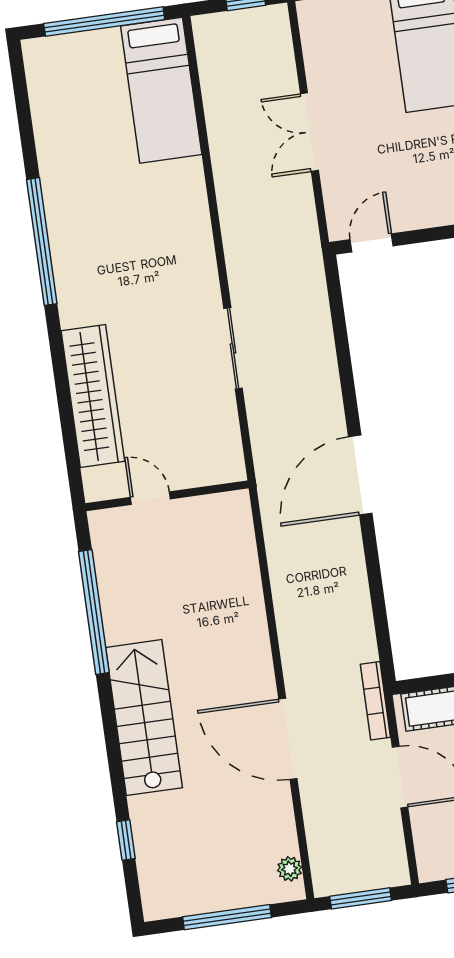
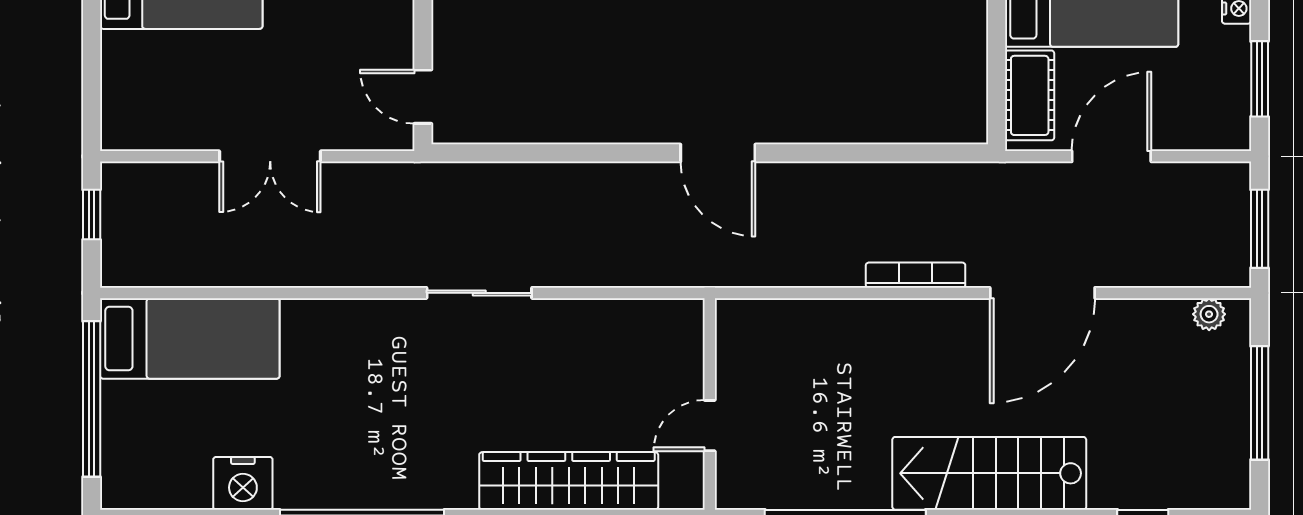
nightstand: (56, 147) -> (243, 483), added
sliding door: (233, 348) -> (479, 293), moved
door: (360, 475) -> (718, 153), width x0.73
bookcase: (375, 701) -> (916, 275), moved, turned 180

